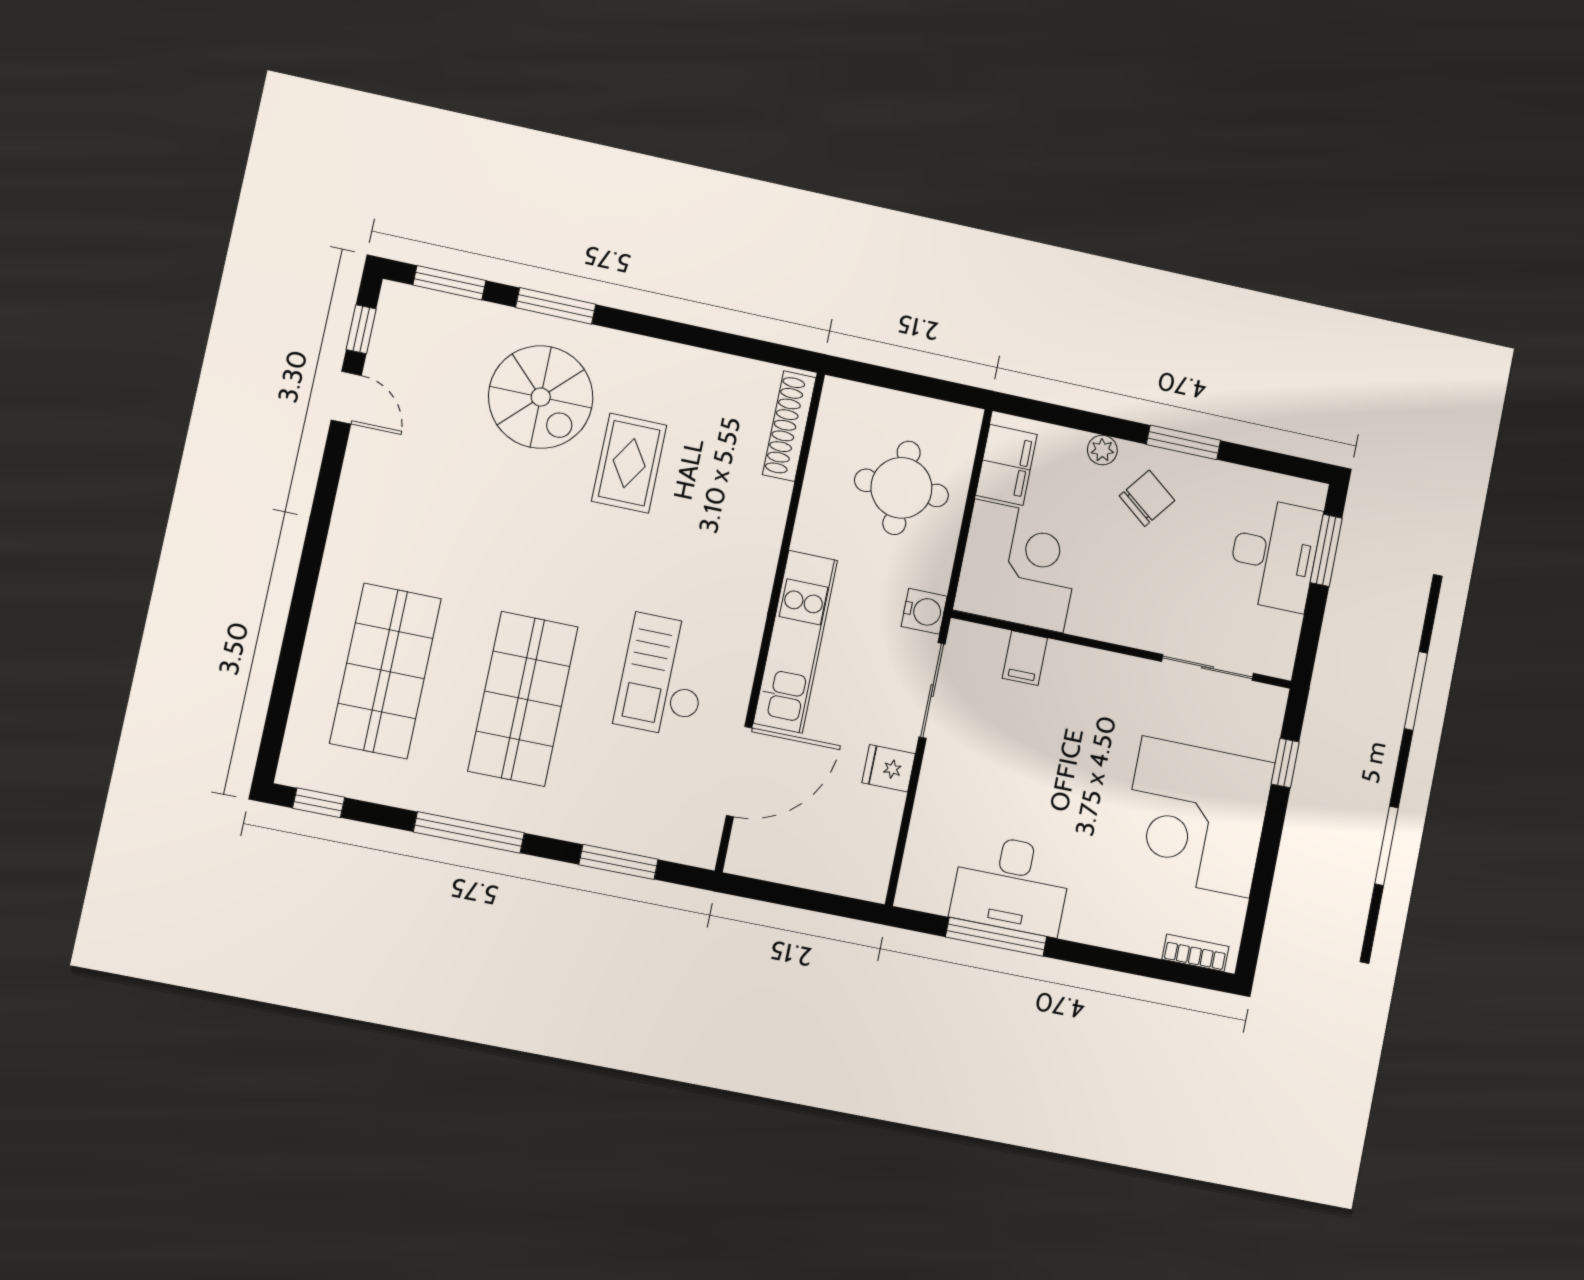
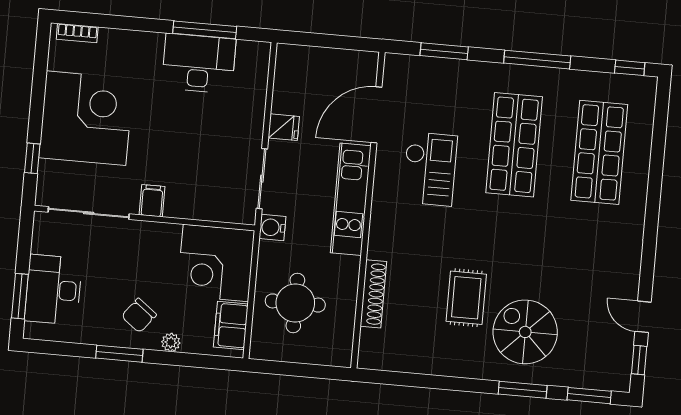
shoe rack: (789, 426) -> (373, 294), moved
filing cabinet: (1025, 658) -> (152, 201), moved
sliding door: (1208, 667) -> (89, 213), width x1.37

